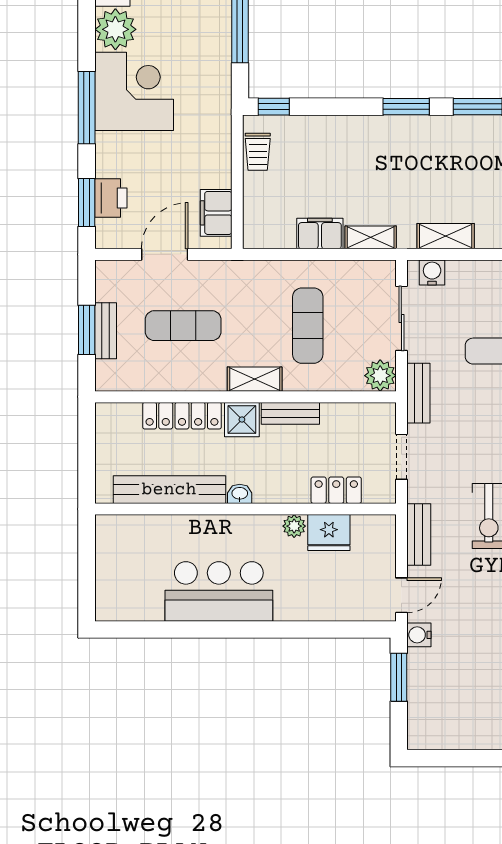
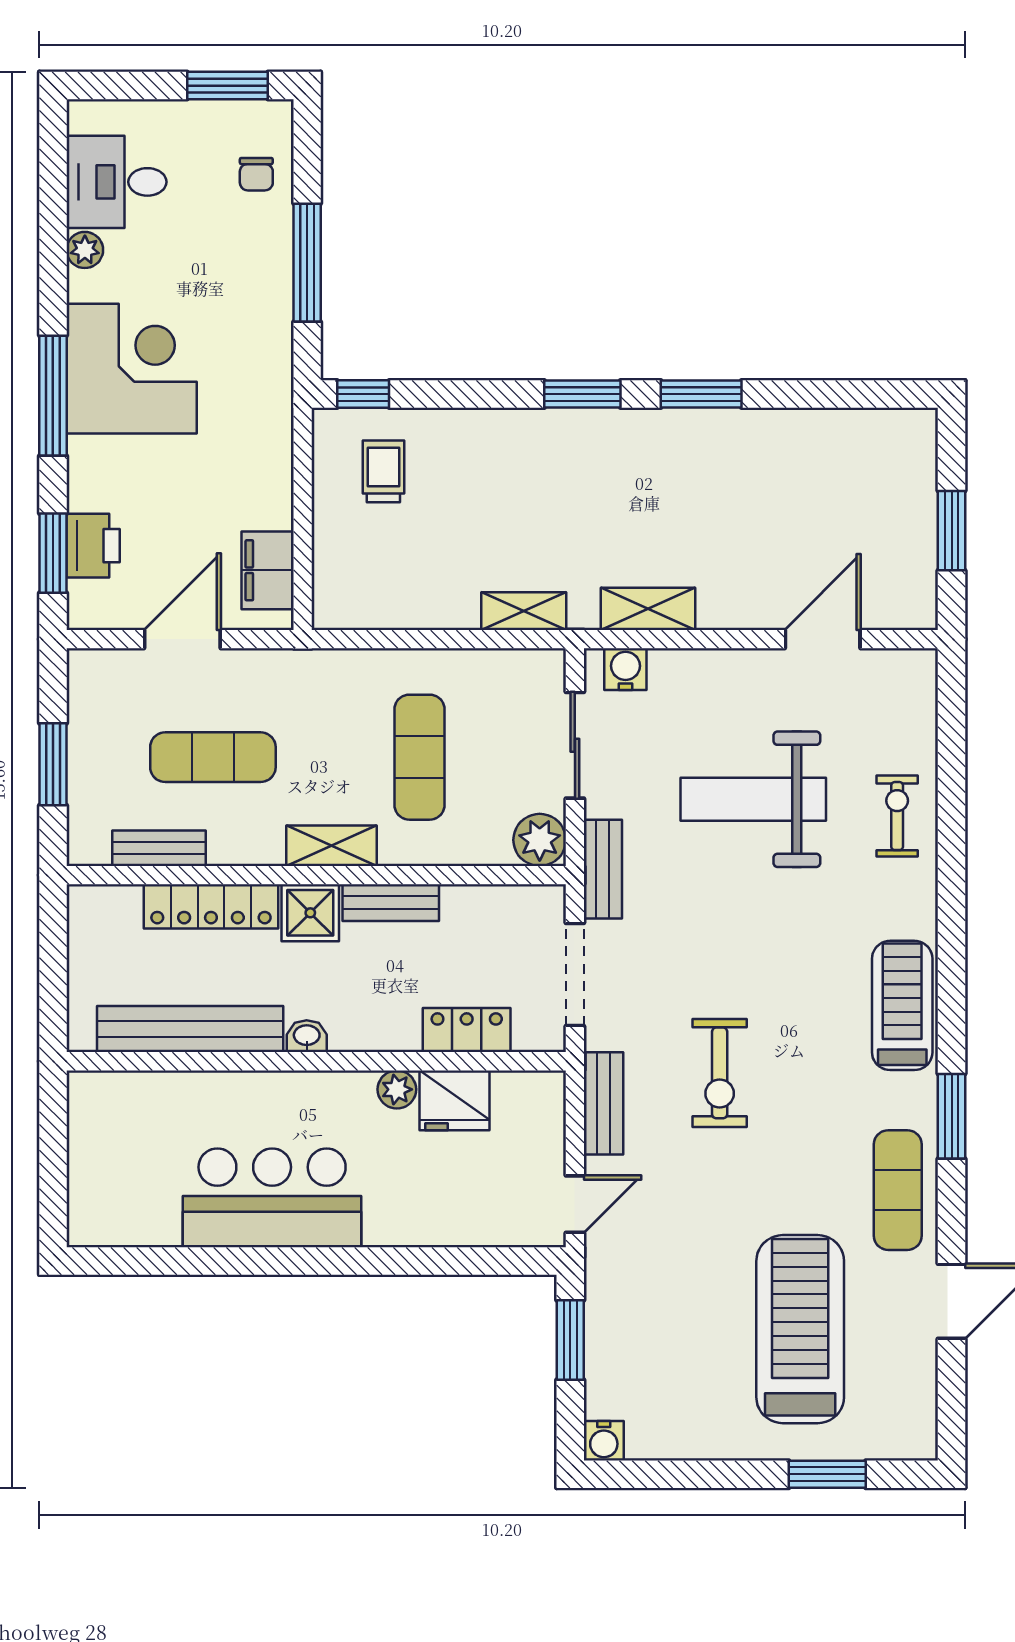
plant: (115, 29) -> (85, 250), width x0.53, depth x0.53
trolley: (258, 152) -> (383, 471), moved, turned 180
filing cabinet: (320, 234) -> (440, 605), removed
bench: (106, 331) -> (159, 848), moved, turned 90
doorway: (401, 457) -> (575, 974), width x1.38
water cooler: (419, 635) -> (604, 1441), moved, turned -90

